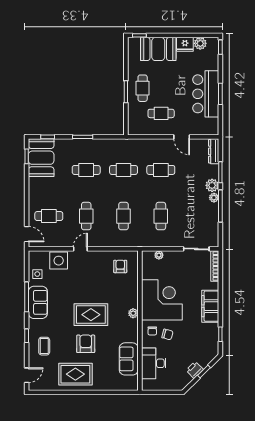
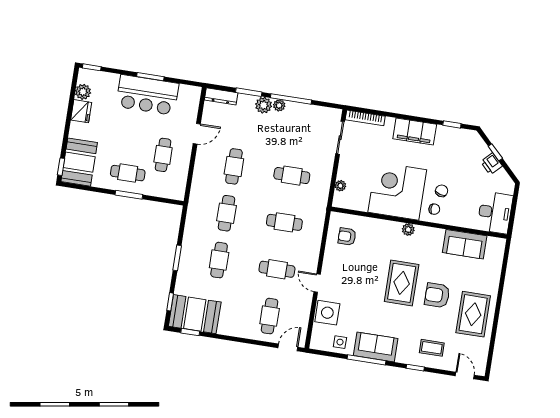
booth: (158, 49) -> (79, 162), moved
desk: (154, 363) -> (495, 213), moved, turned -90

